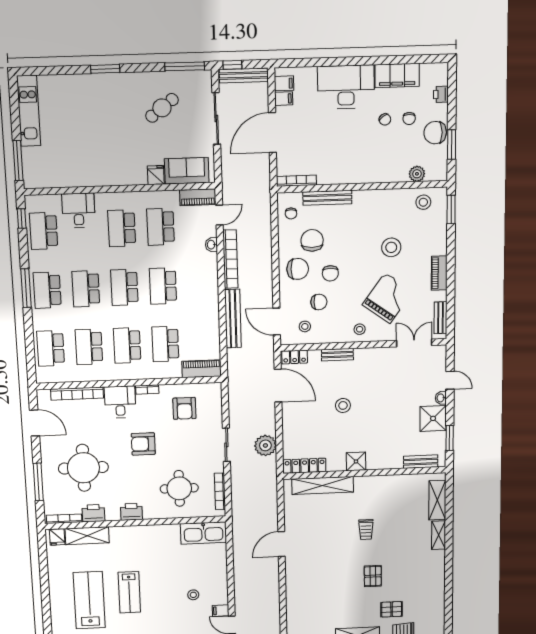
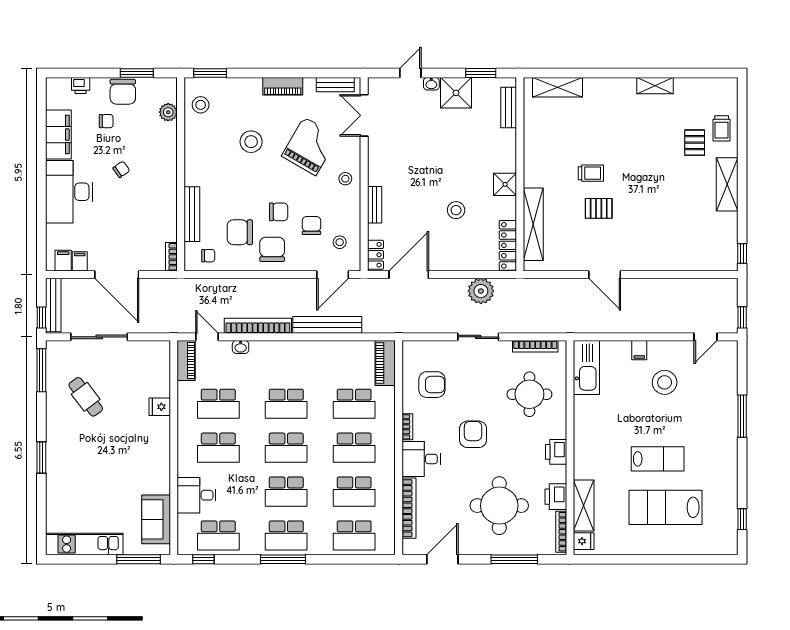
chair: (385, 119) -> (121, 169), moved
sofa: (187, 171) -> (156, 519), moved
bookcase: (296, 181) -> (171, 257), width x0.64
grand piano: (387, 298) -> (310, 146), turned 84
stool: (343, 405) -> (456, 210), moved
armchair: (143, 444) -> (473, 434), turned 180
shelving: (439, 535) -> (655, 86), moved
pallet: (373, 576) -> (599, 208), moved
stool: (193, 595) -> (665, 382), width x1.89, depth x1.89
filing cabinet: (221, 611) -> (639, 350), moved

